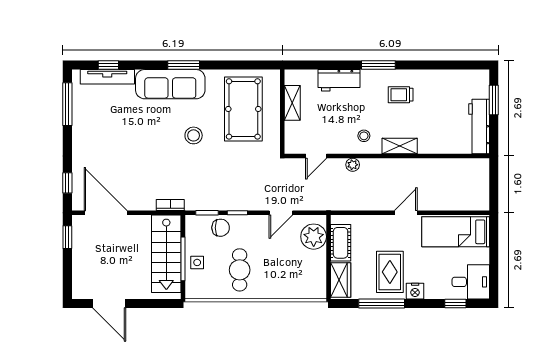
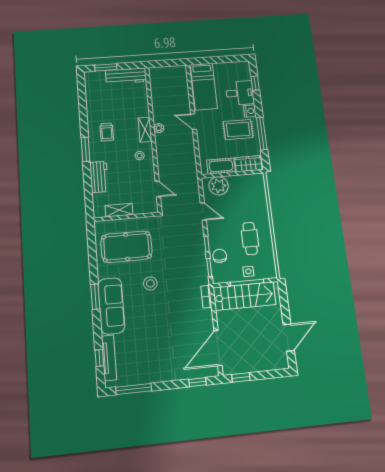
plant: (353, 165) -> (159, 128), moved
cafe table: (240, 270) -> (250, 238), turned 90
desk: (471, 282) -> (240, 93), moved, turned 90

